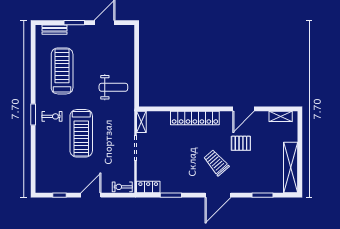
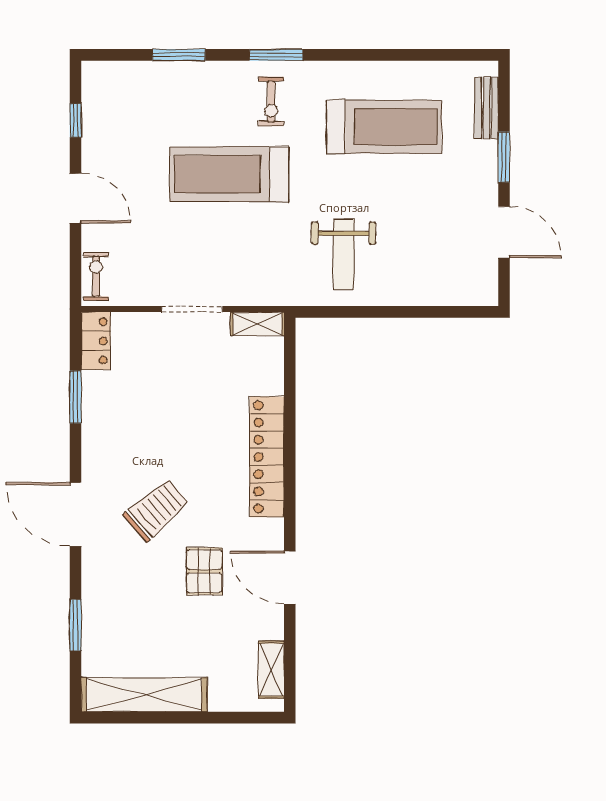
window: (33, 154) -> (179, 55), added

